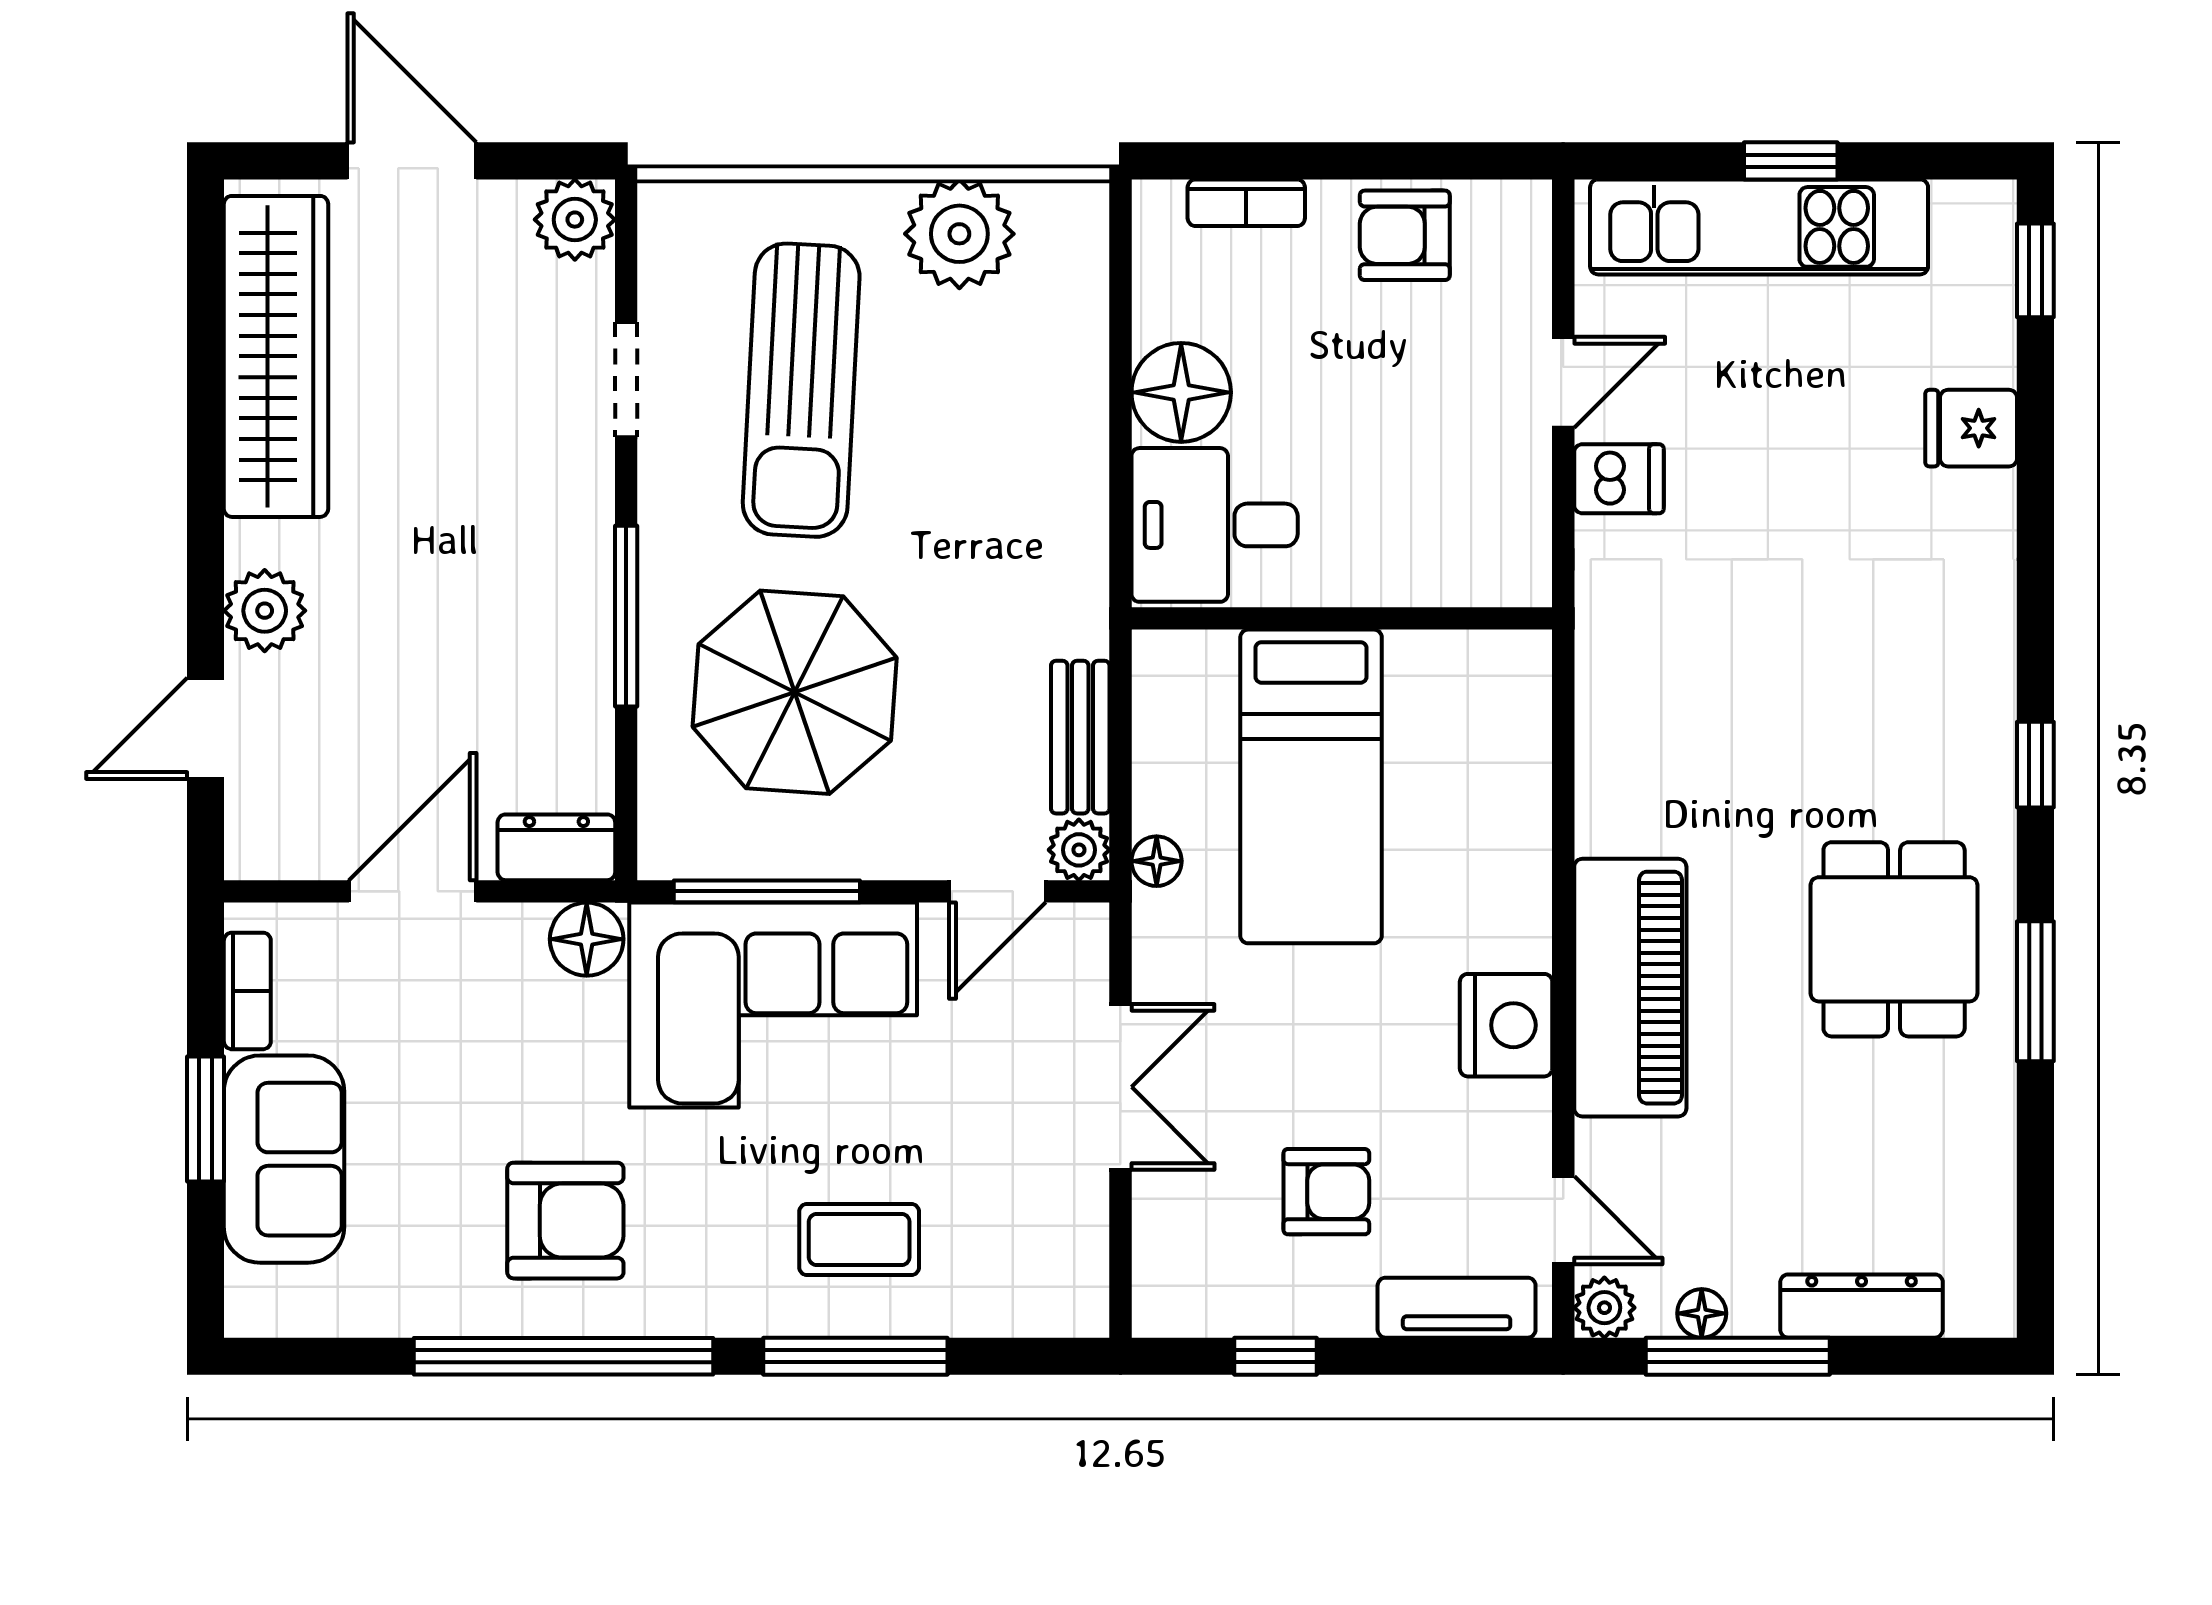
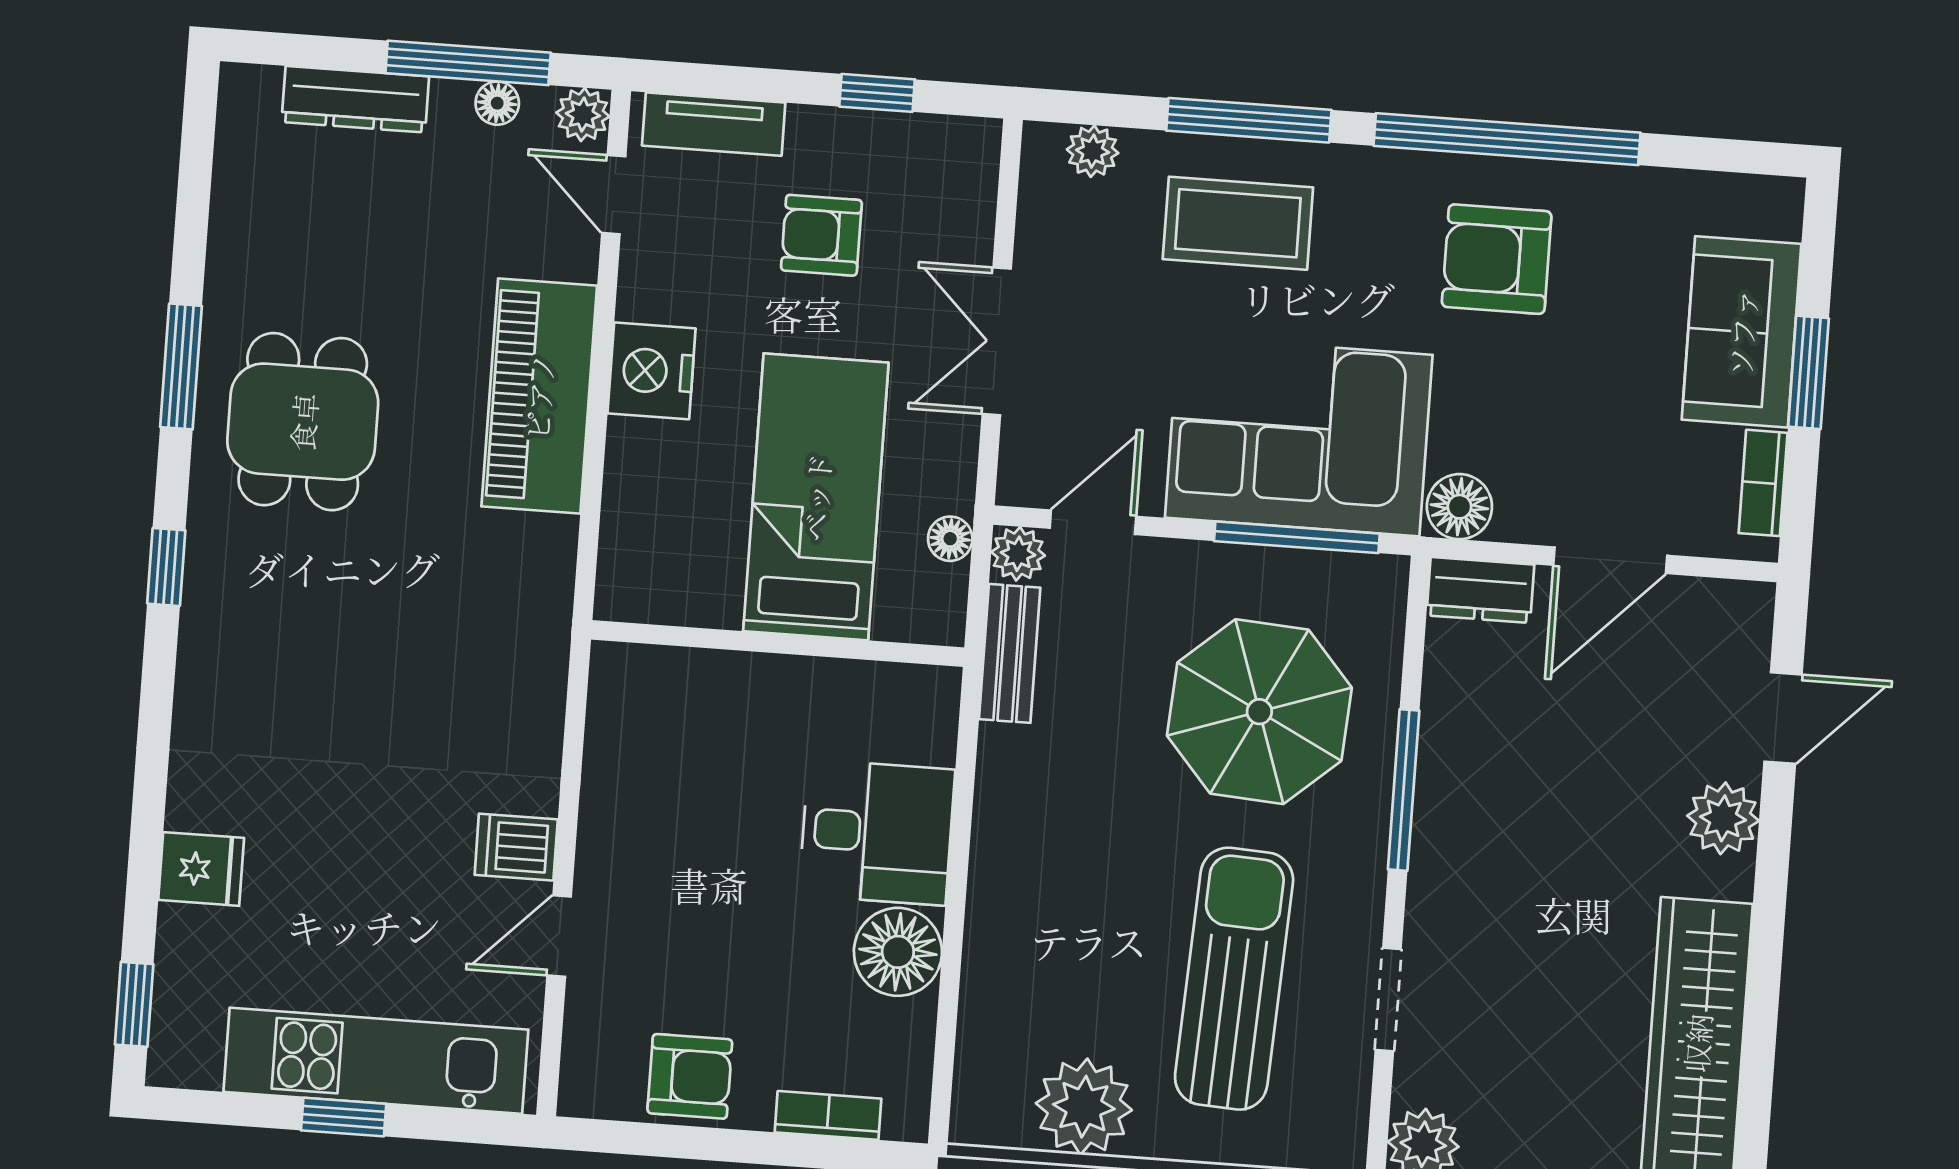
wall: (1342, 618) -> (778, 644), moved
bed: (1311, 786) -> (816, 497), moved
coffee table: (859, 1239) -> (1238, 223), width x1.36, depth x1.30
plant: (1028, 1309) -> (1093, 151), added

